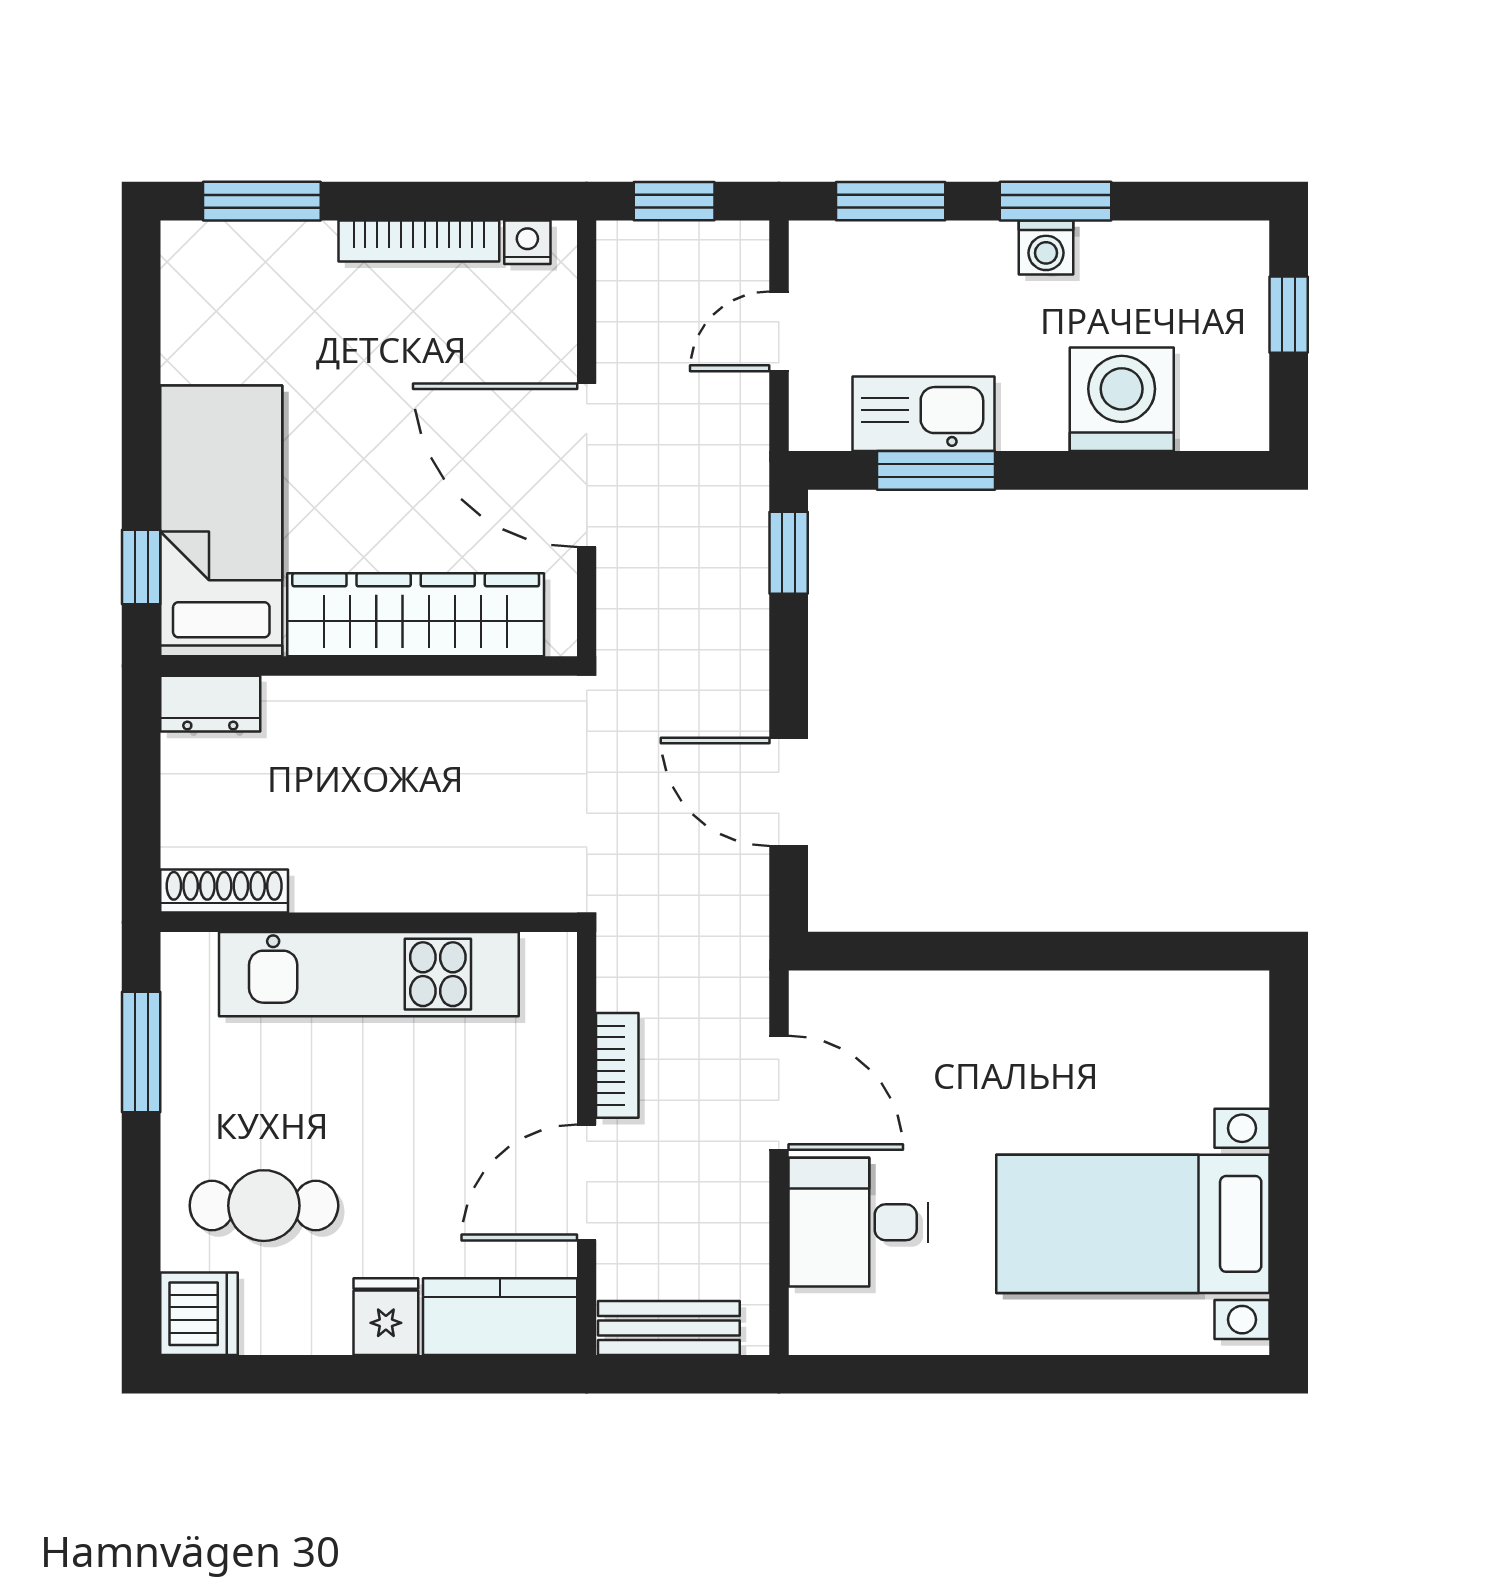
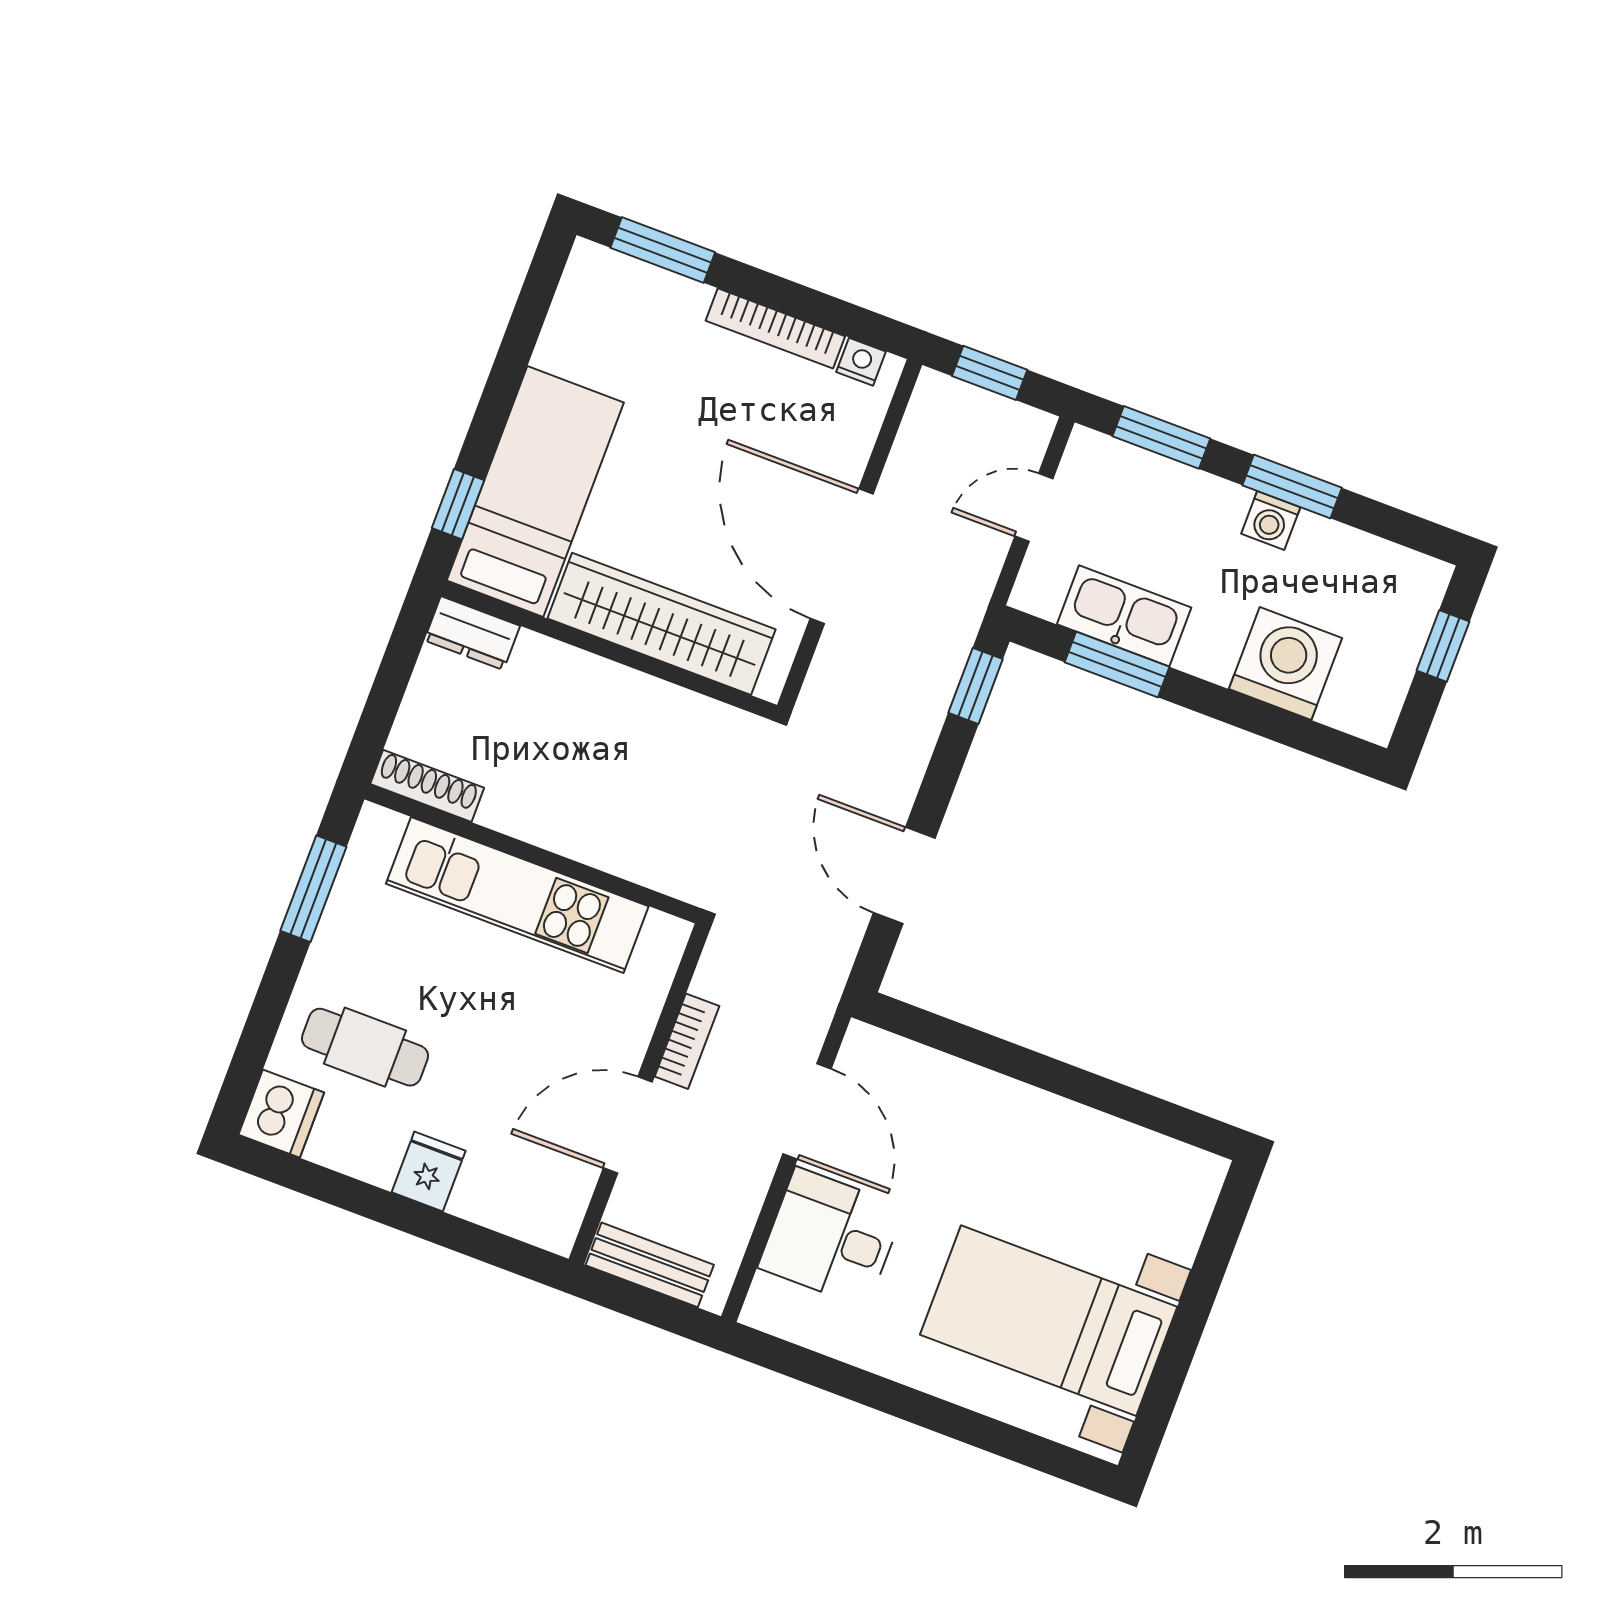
kitchen counter: (500, 1317) -> (519, 1206), removed

